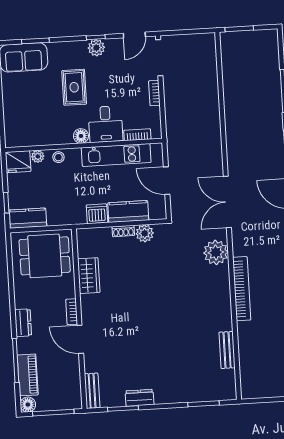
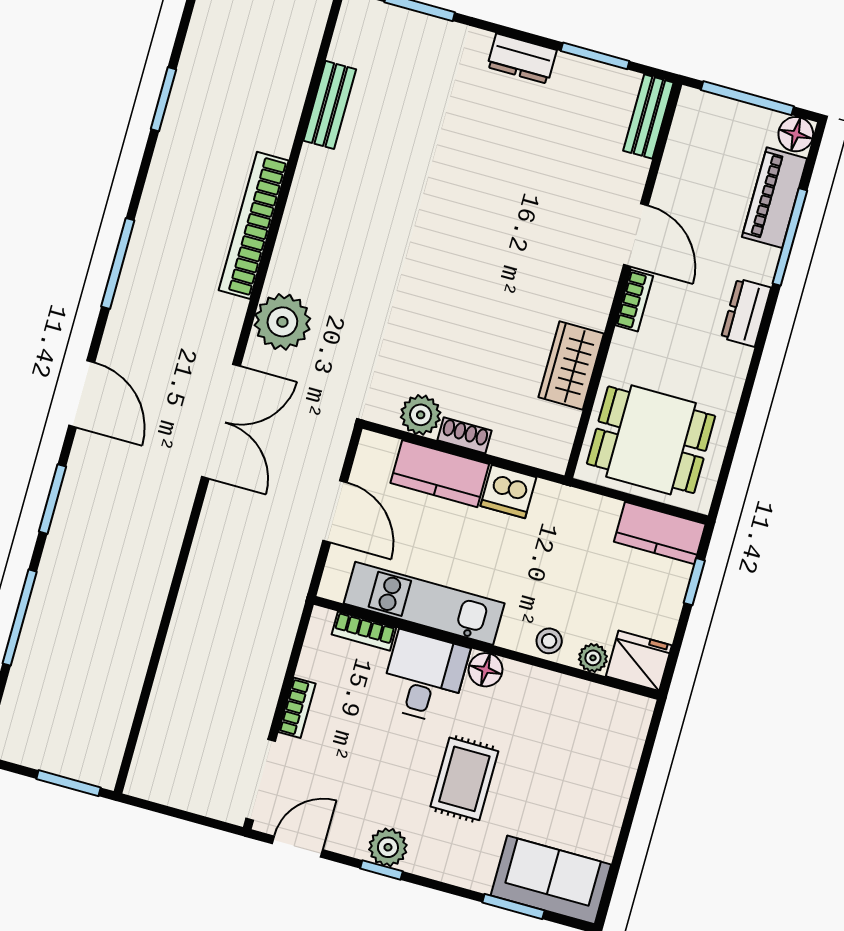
dresser: (139, 398) -> (522, 59), moved

